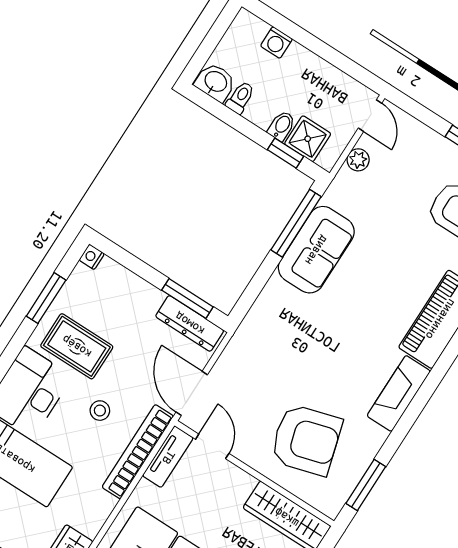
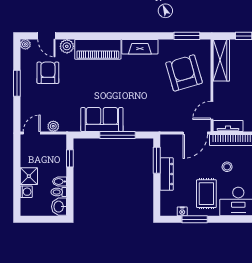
bidet: (282, 126) -> (60, 181), moved
shower: (308, 139) -> (29, 176), moved
window: (296, 223) -> (117, 135), moved
nightstand: (92, 257) -> (182, 211), moved
dresser: (190, 323) -> (167, 174), moved

